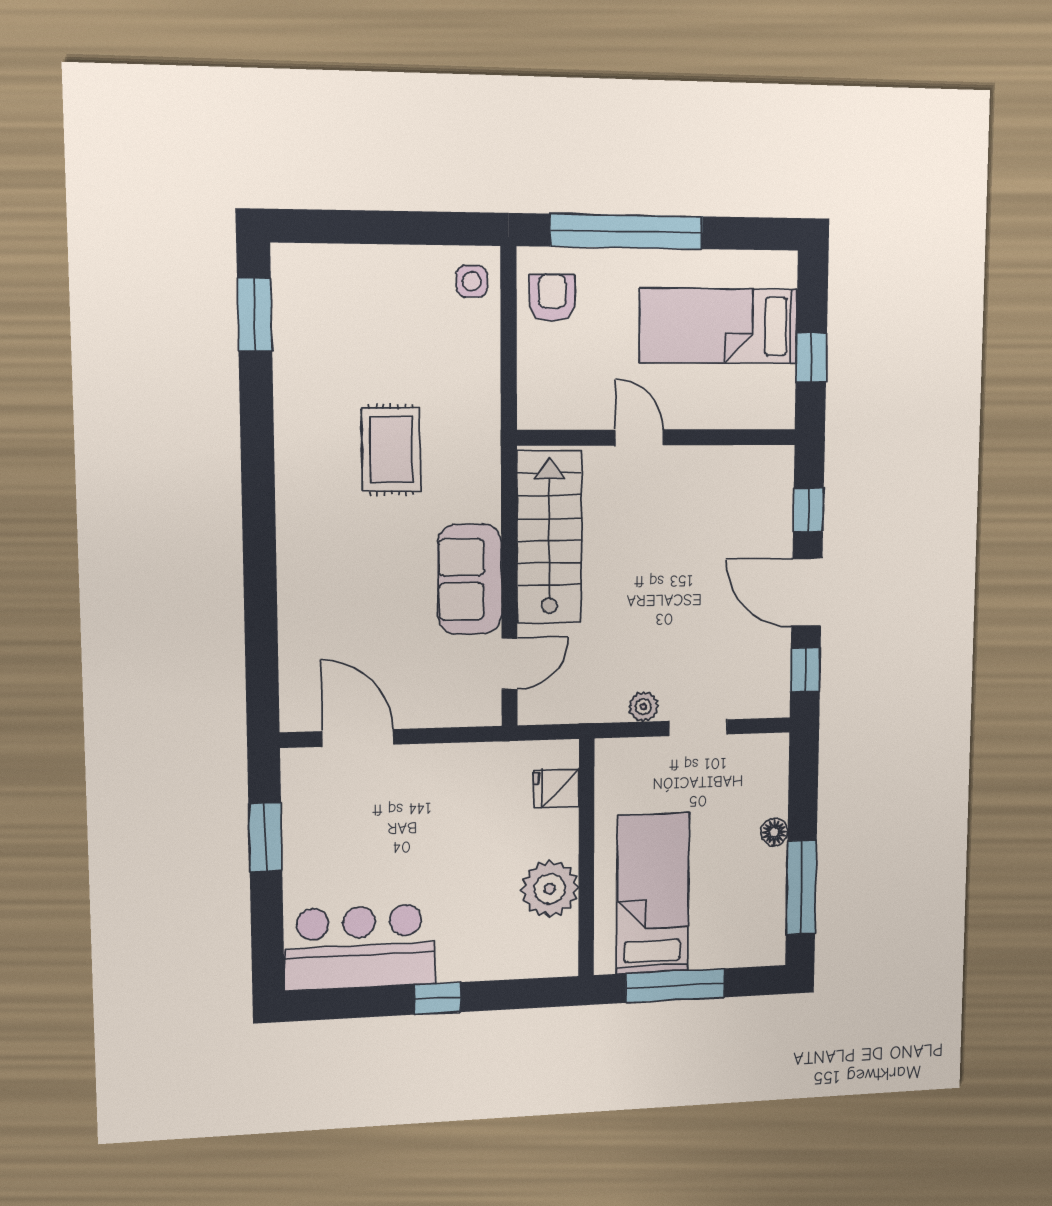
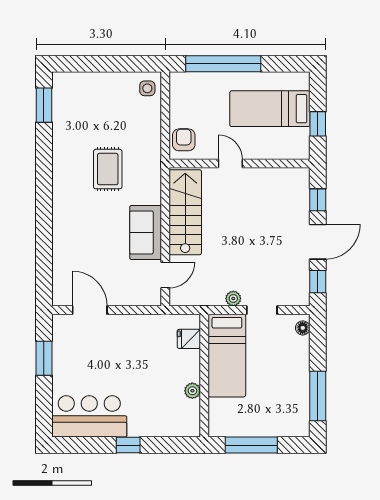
armchair: (552, 298) -> (184, 140), moved
door: (807, 592) -> (318, 242), swing flipped
floor lamp: (774, 832) -> (303, 328), moved
plant: (550, 889) -> (192, 391), width x0.53, depth x0.53
bed: (653, 894) -> (227, 356), moved, turned 180

